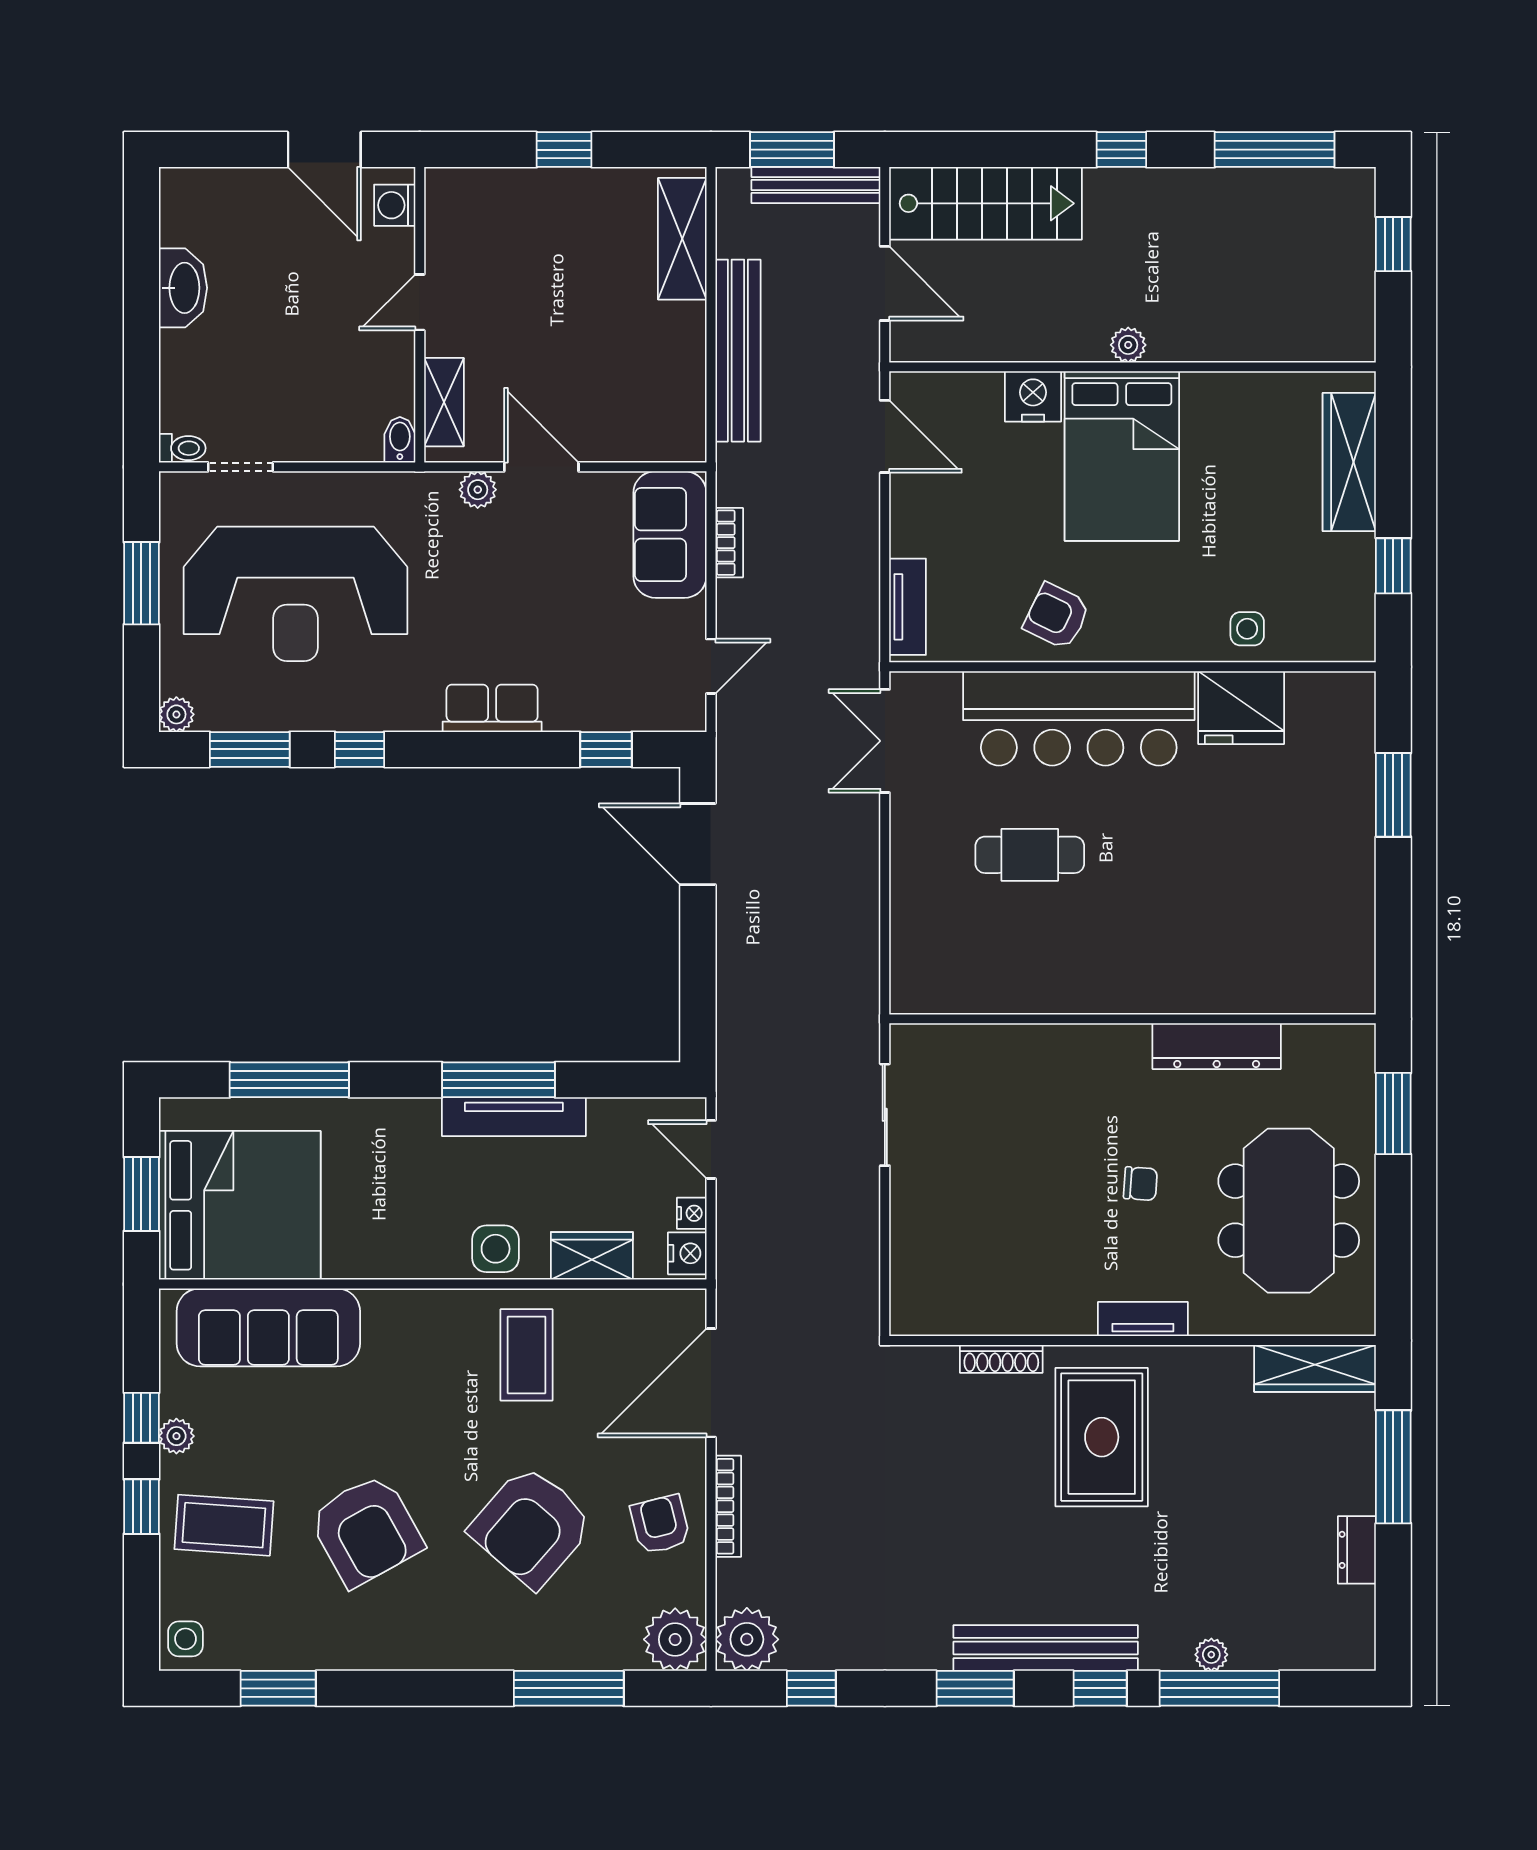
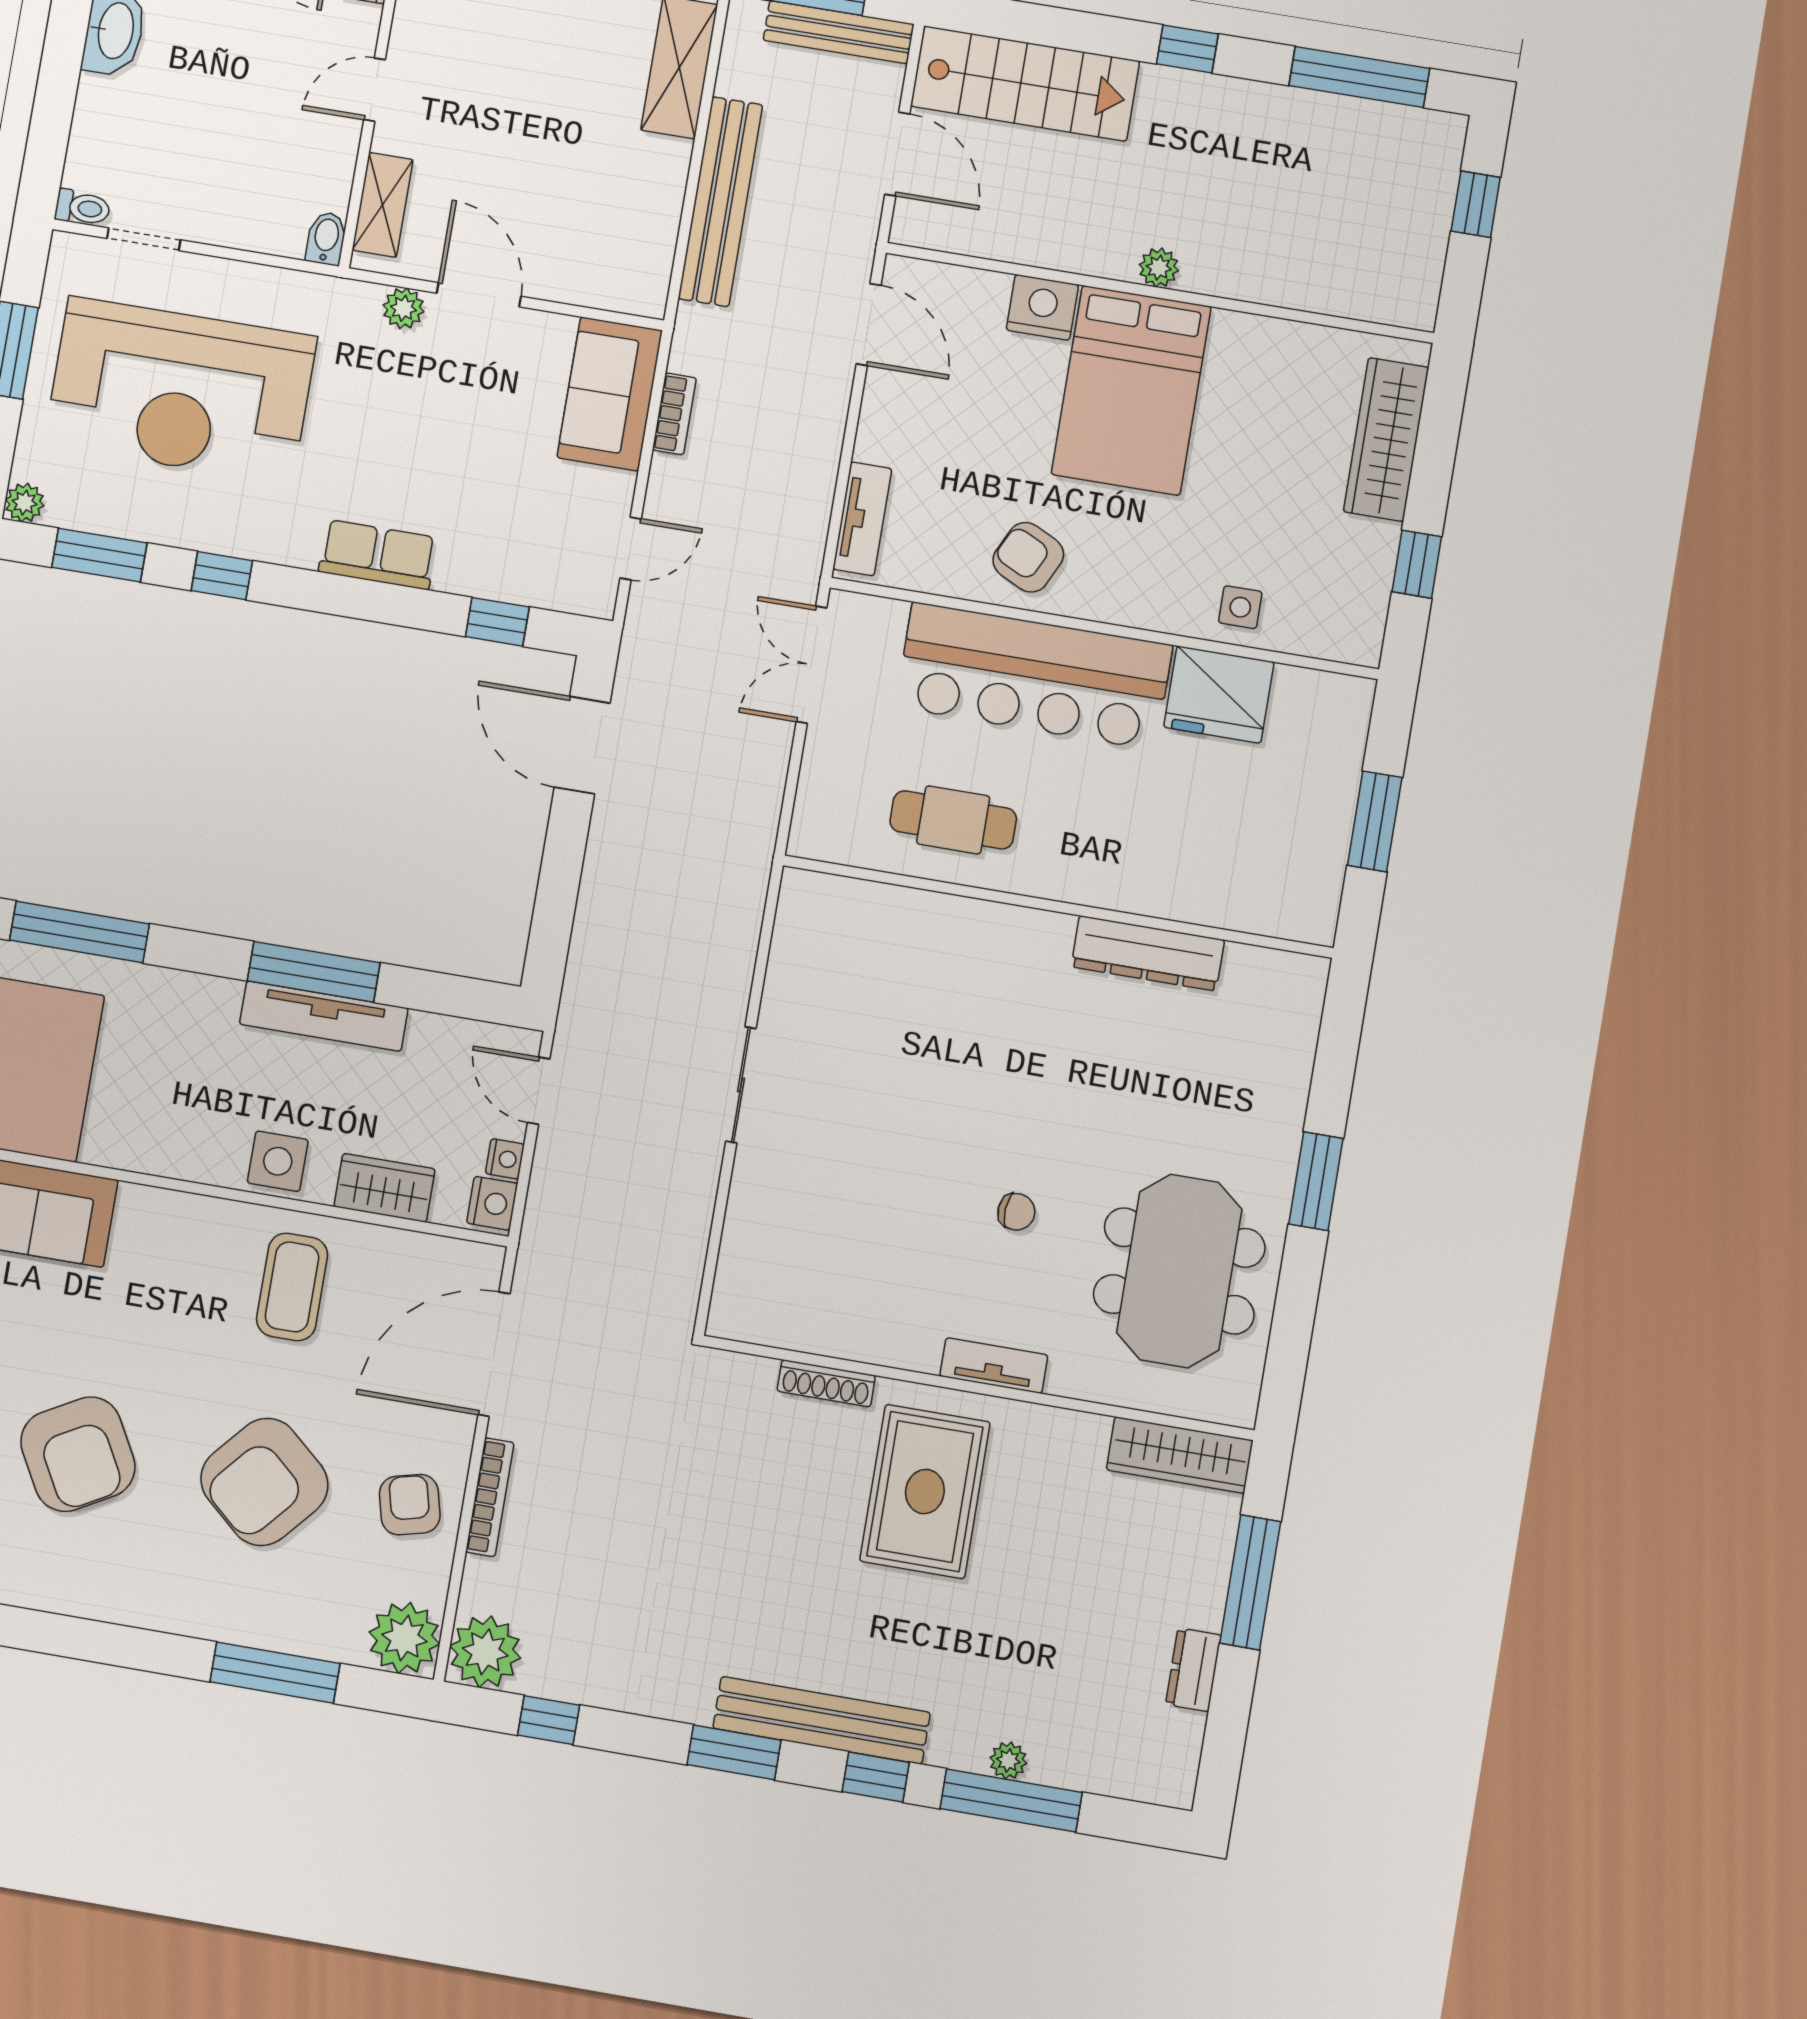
wall: (1133, 1019) -> (1058, 907), moved
dresser: (1217, 1046) -> (1148, 953), moved

